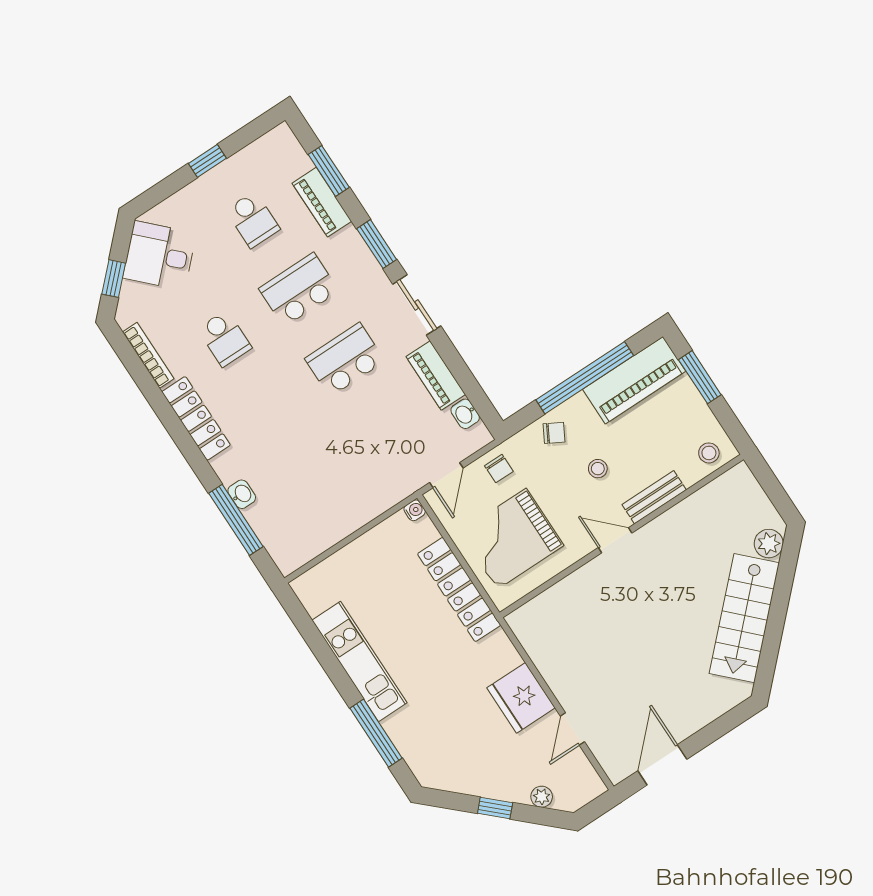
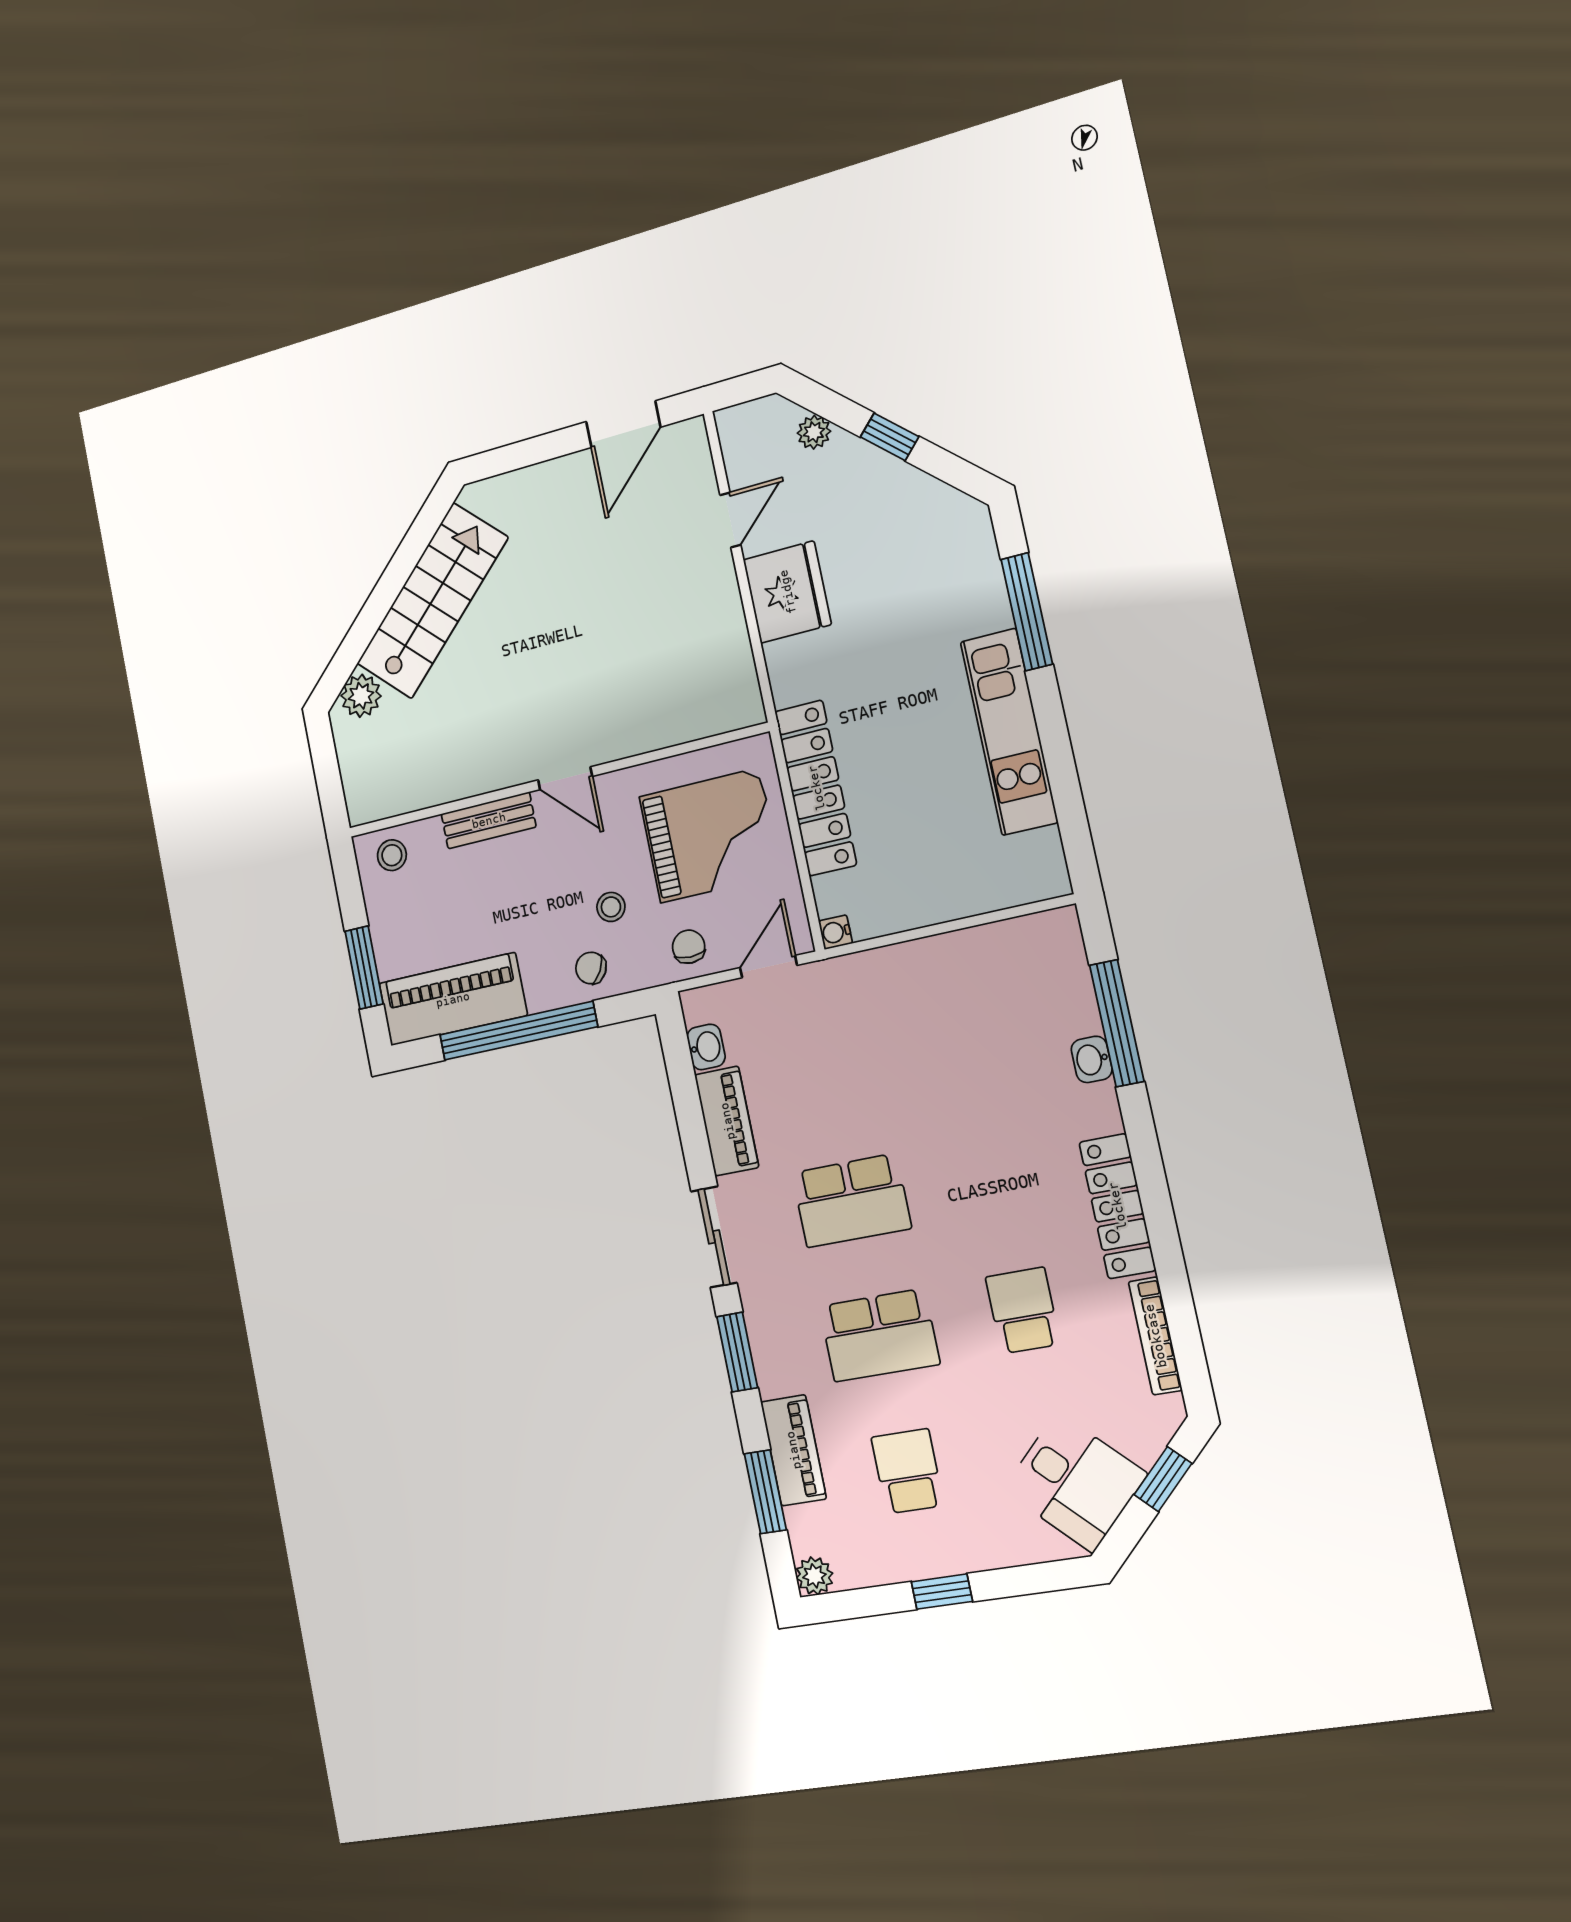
plant: (282, 136) -> (814, 1576), added
stool: (598, 469) -> (611, 907), moved

